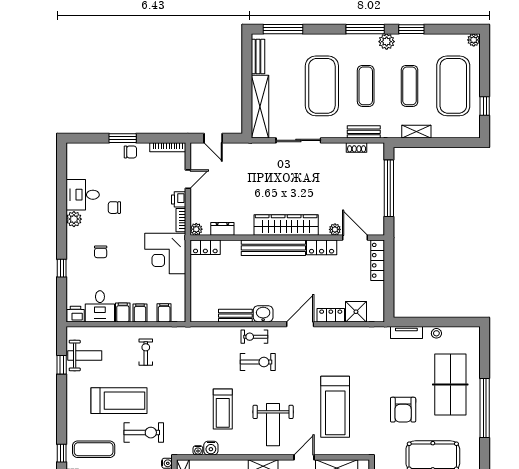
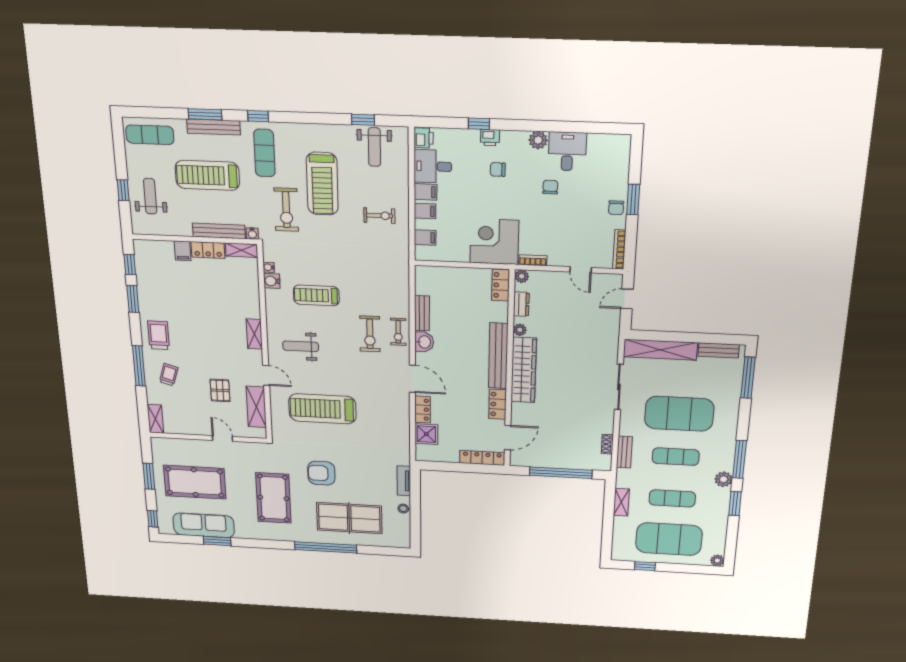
printer: (179, 199) -> (490, 138), moved, turned 180
plant: (335, 229) -> (520, 330), moved
exercise bike: (254, 337) -> (398, 332), turned 180
weight bench: (273, 425) -> (301, 346), width x0.73, depth x0.75

